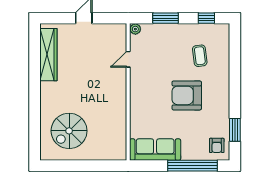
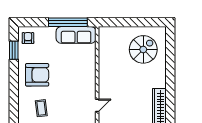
armchair: (187, 95) -> (37, 75), moved
window: (193, 166) -> (68, 22), moved

